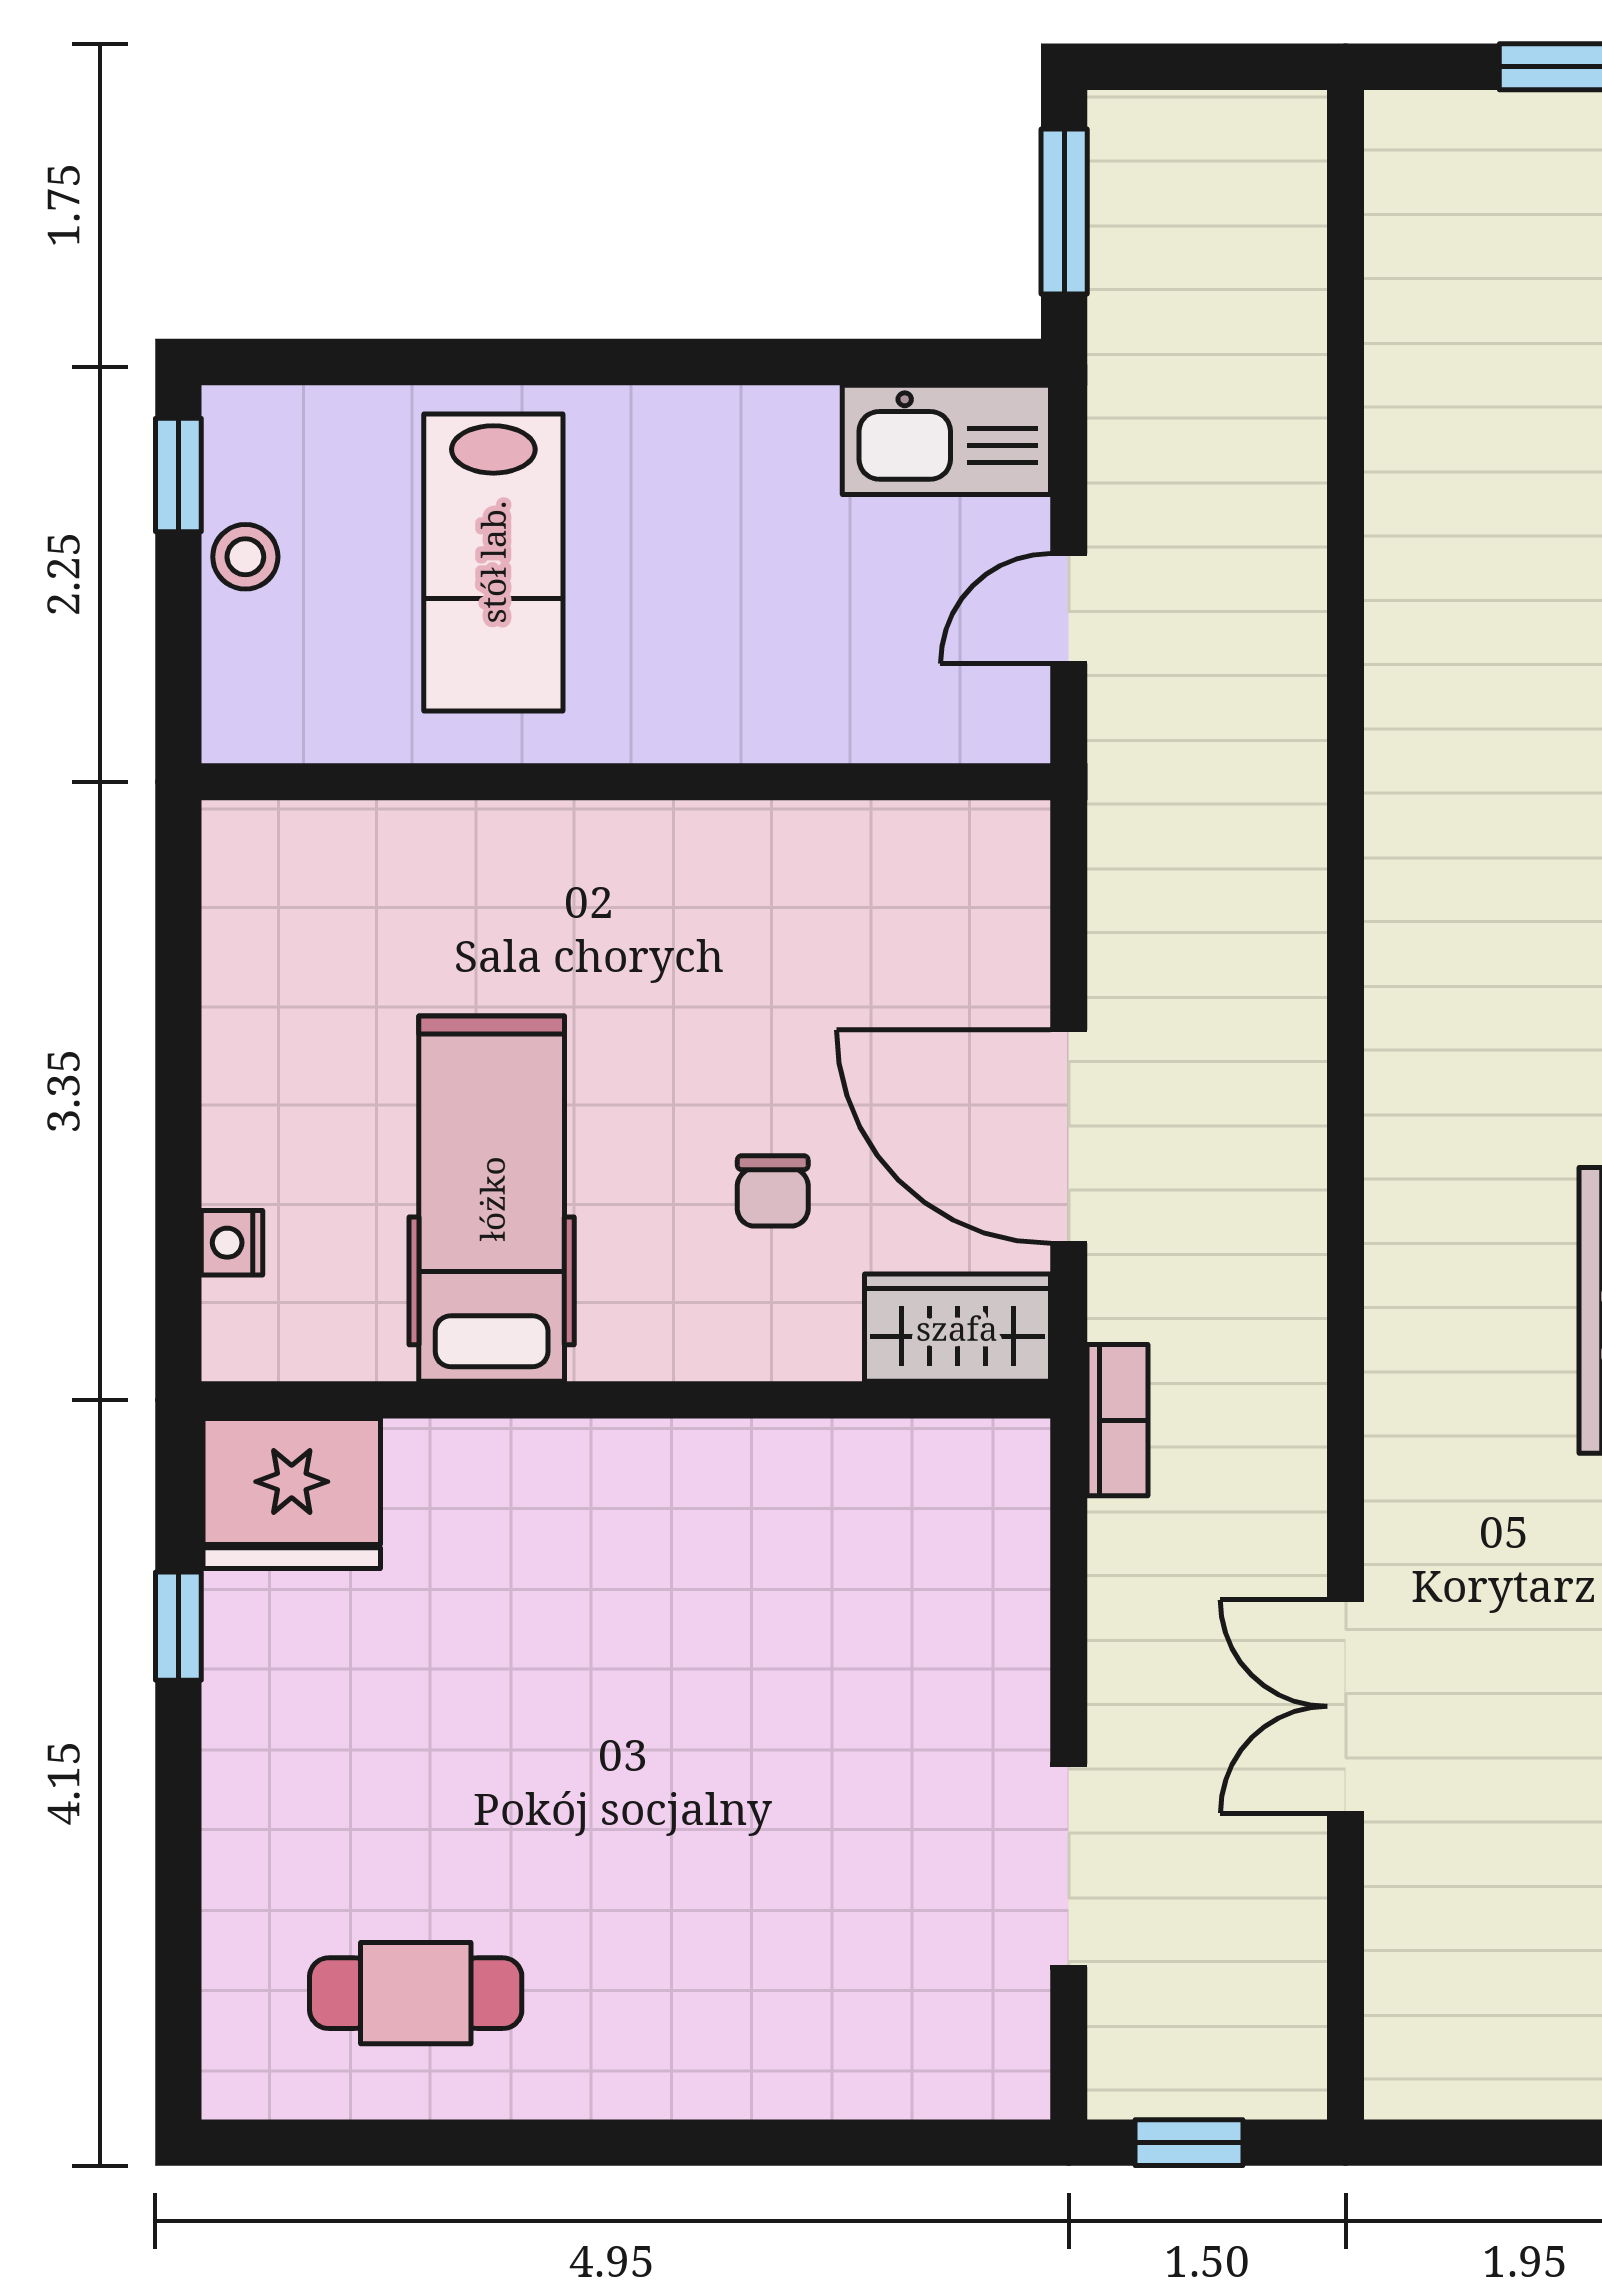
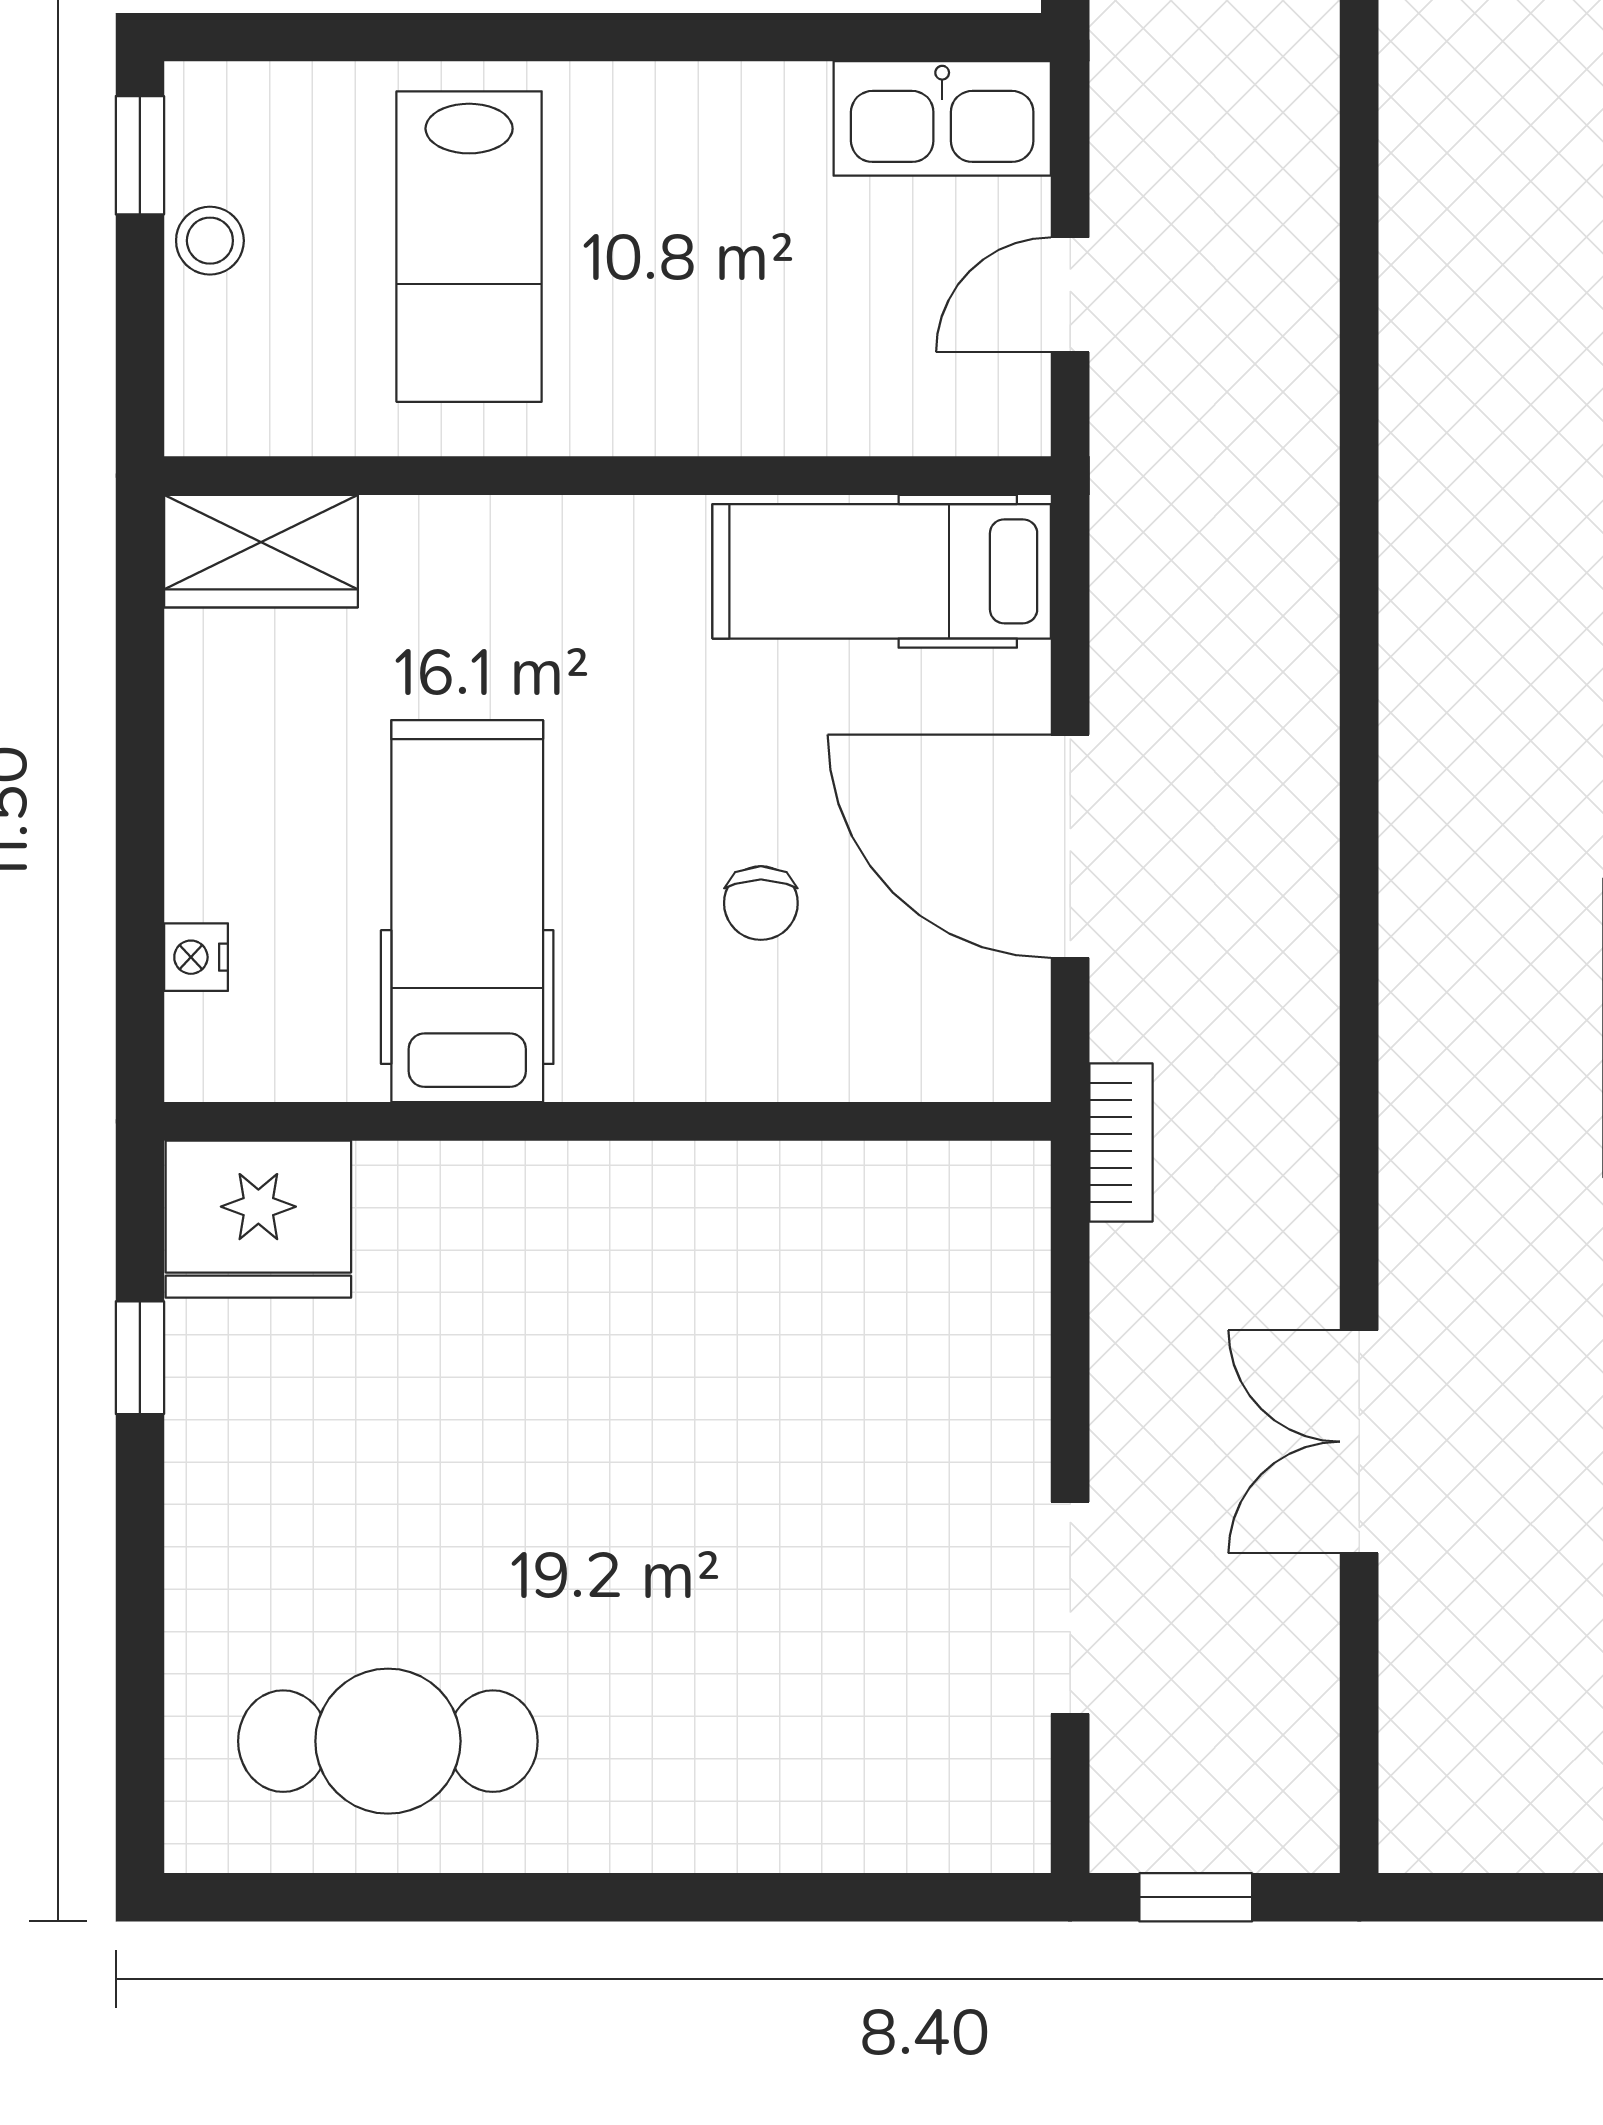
hospital bed: (888, 873) -> (882, 571), added
wardrobe: (957, 1328) -> (261, 551), moved, turned 180
cafe table: (416, 1993) -> (388, 1741), width x1.37, depth x1.35

